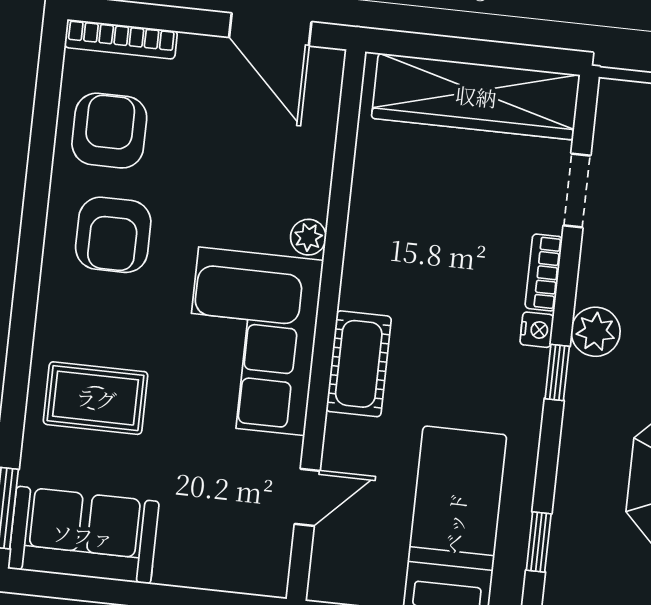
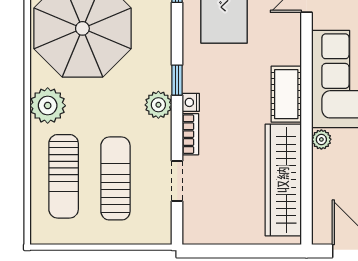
wardrobe: (476, 96) -> (283, 180), moved, turned -90
cot: (359, 364) -> (286, 94), moved

